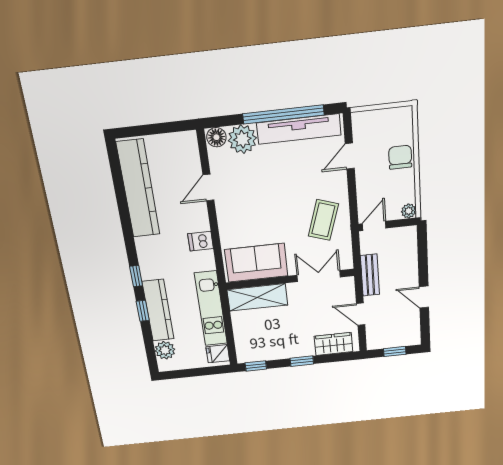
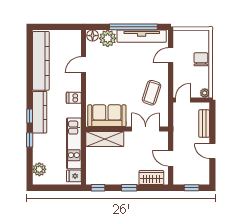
bench: (370, 275) -> (204, 124), moved
kitchen counter: (158, 310) -> (40, 112), moved

